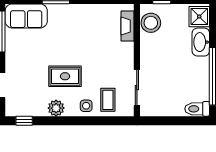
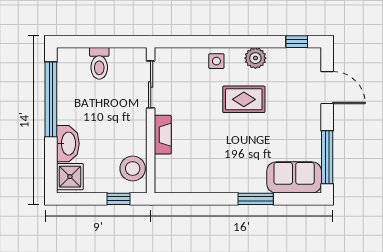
fireplace: (128, 26) -> (163, 135), moved
coffee table: (108, 100) -> (188, 69), removed
toilet: (197, 109) -> (99, 63), moved, turned 90

